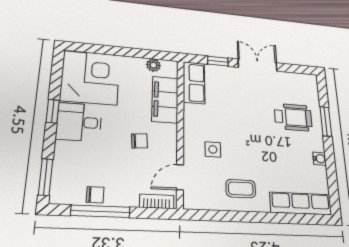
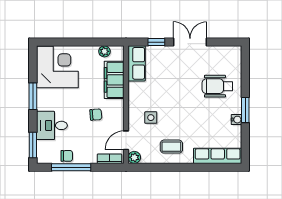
window: (53, 111) -> (33, 96), width x1.50
wheelchair: (293, 117) -> (217, 86), turned 180
window: (326, 121) -> (245, 110), moved
desk: (79, 122) -> (52, 125), moved
plant: (191, 201) -> (134, 157), added

